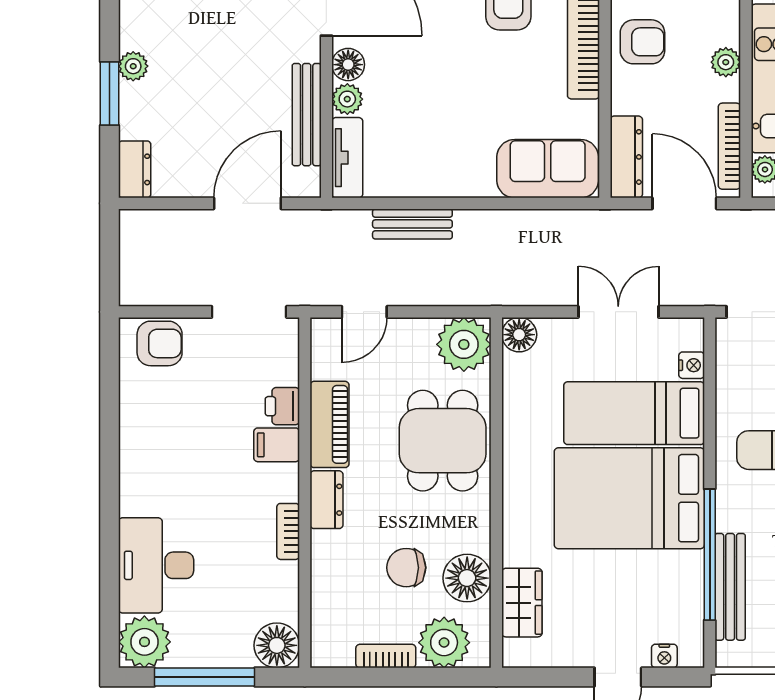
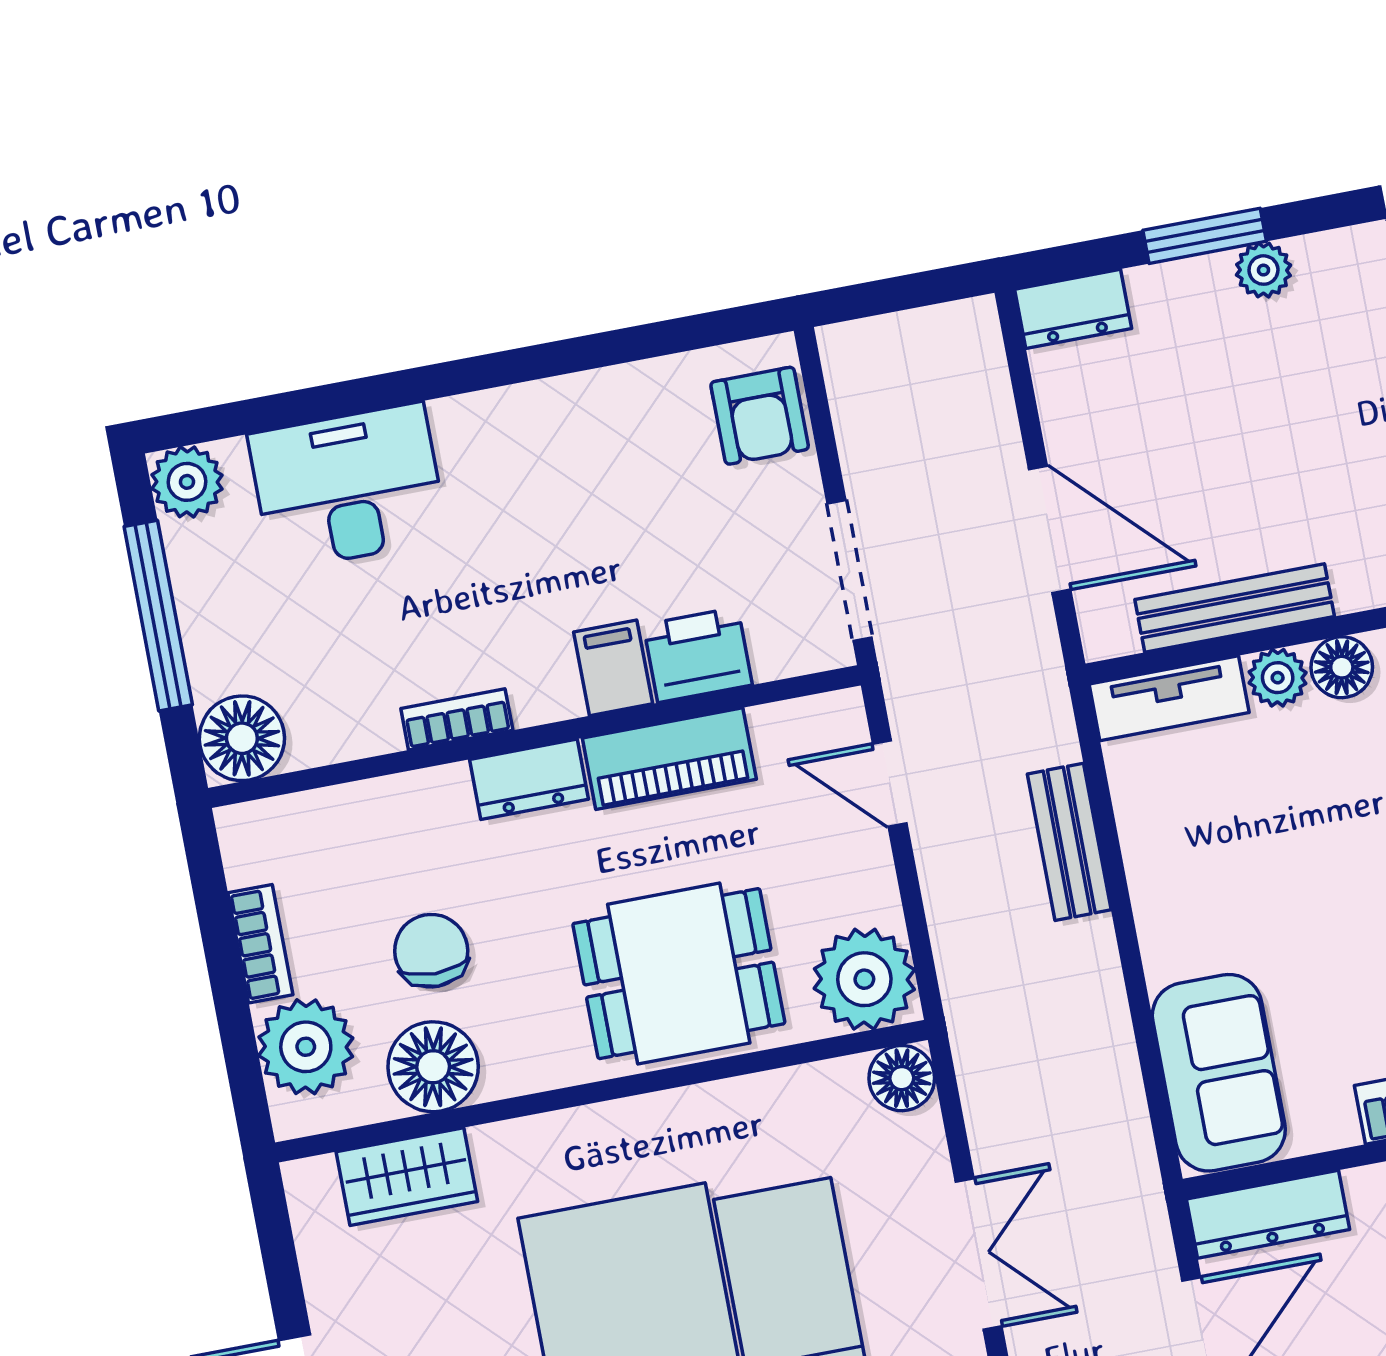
printer: (282, 406) -> (698, 655), width x1.36, depth x1.24
plant: (144, 642) -> (187, 482), width x0.73, depth x0.73

